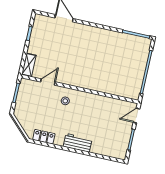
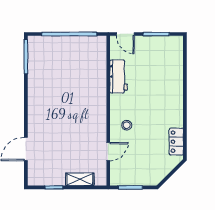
shelving: (29, 65) -> (80, 179), moved
door: (48, 82) -> (108, 152), swing flipped
workbench: (78, 143) -> (119, 76), moved, turned 180

